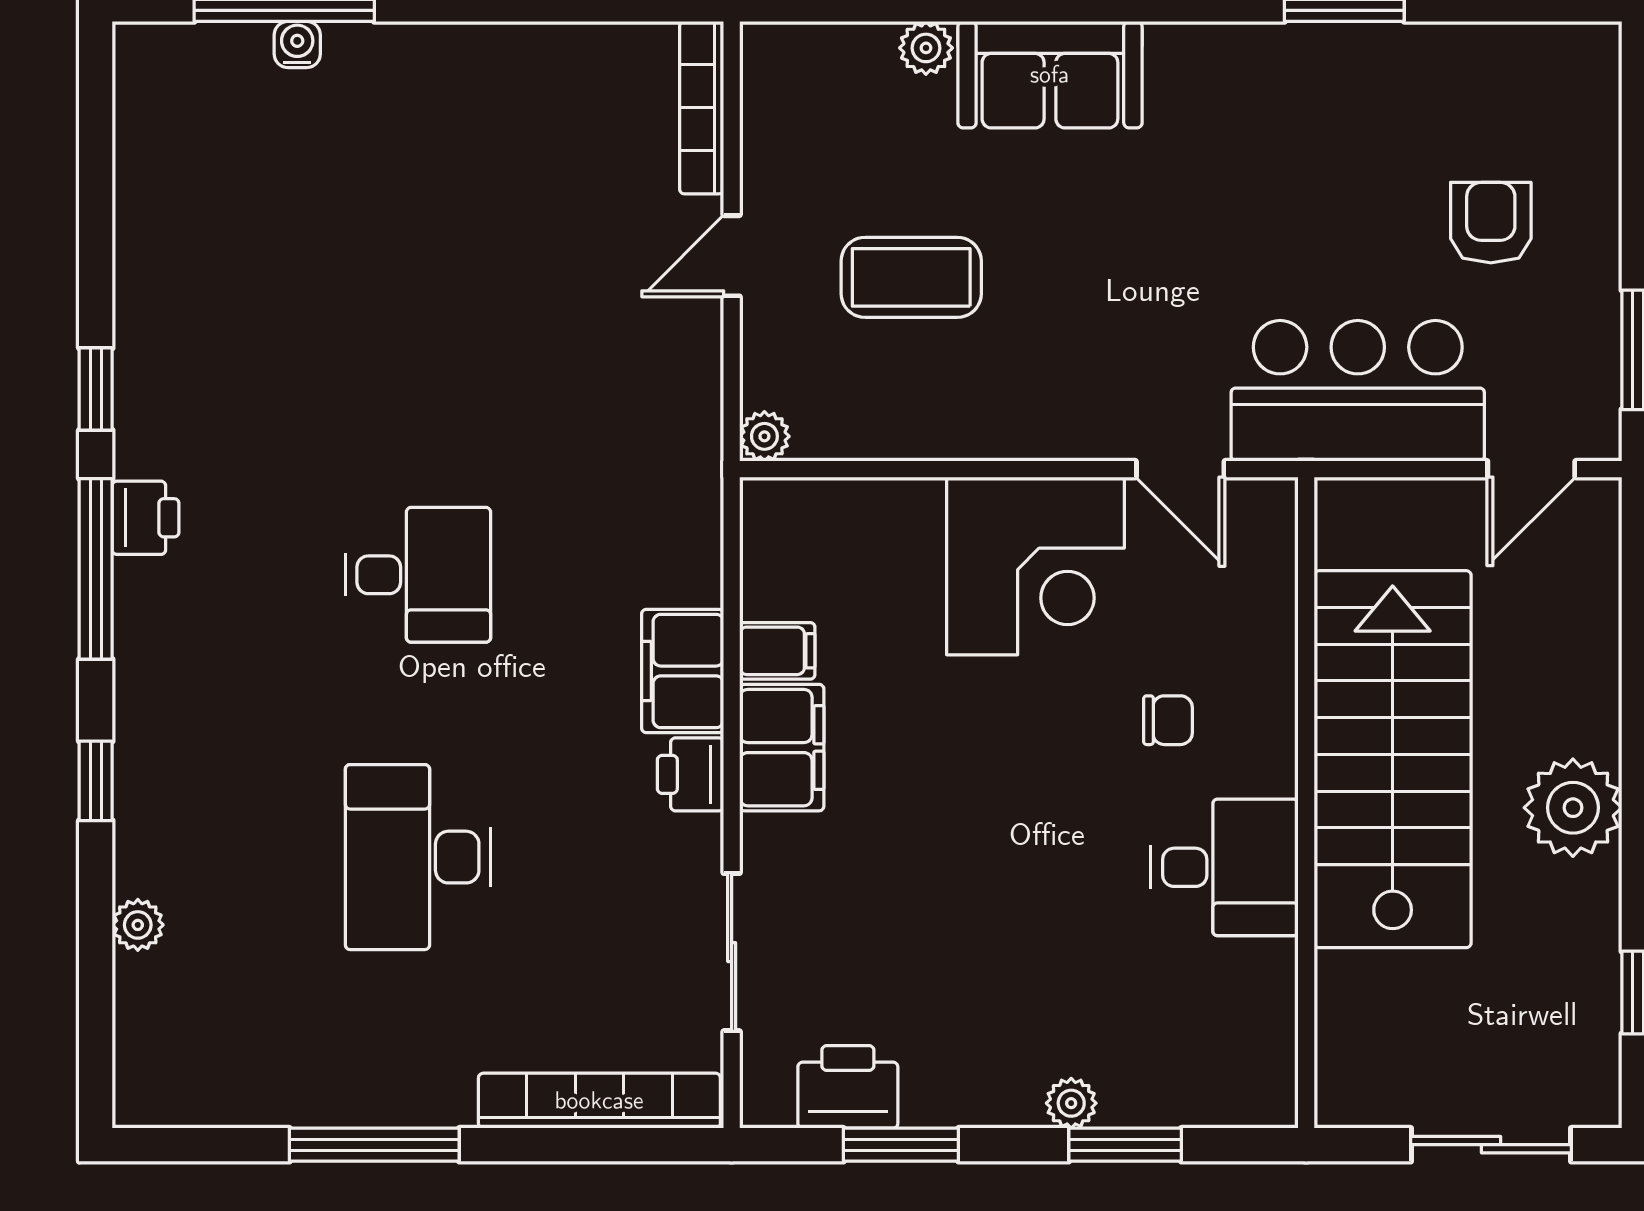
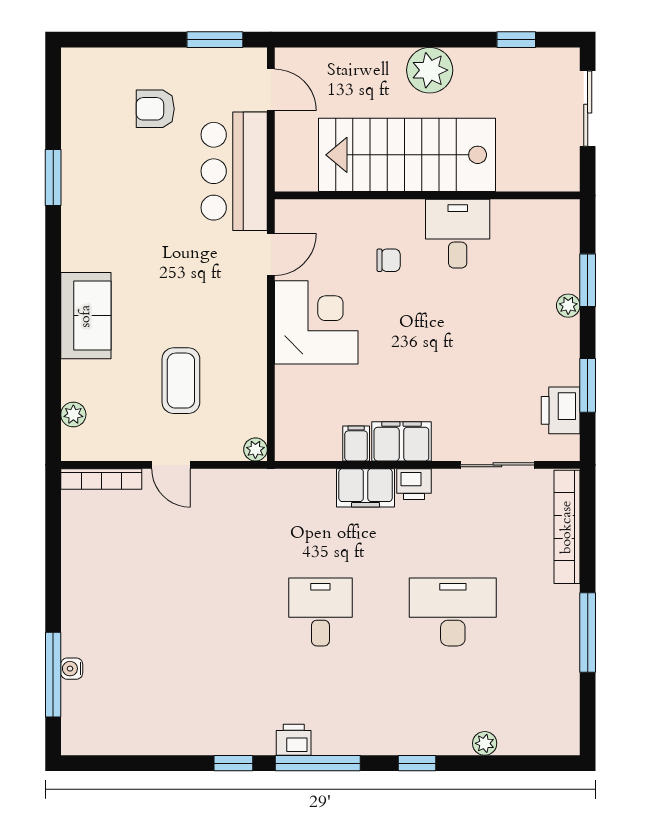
plant: (926, 48) -> (73, 414), moved
chair: (1168, 720) -> (389, 260), turned 90
desk: (418, 857) -> (453, 612), turned 180

